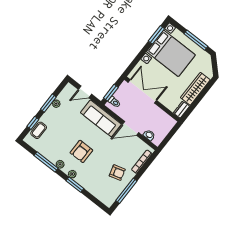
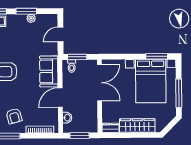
door: (85, 92) -> (60, 34), hinge flipped
sofa: (101, 118) -> (49, 71), width x0.73
door: (131, 128) -> (60, 98), hinge flipped
window: (169, 136) -> (80, 136), added

